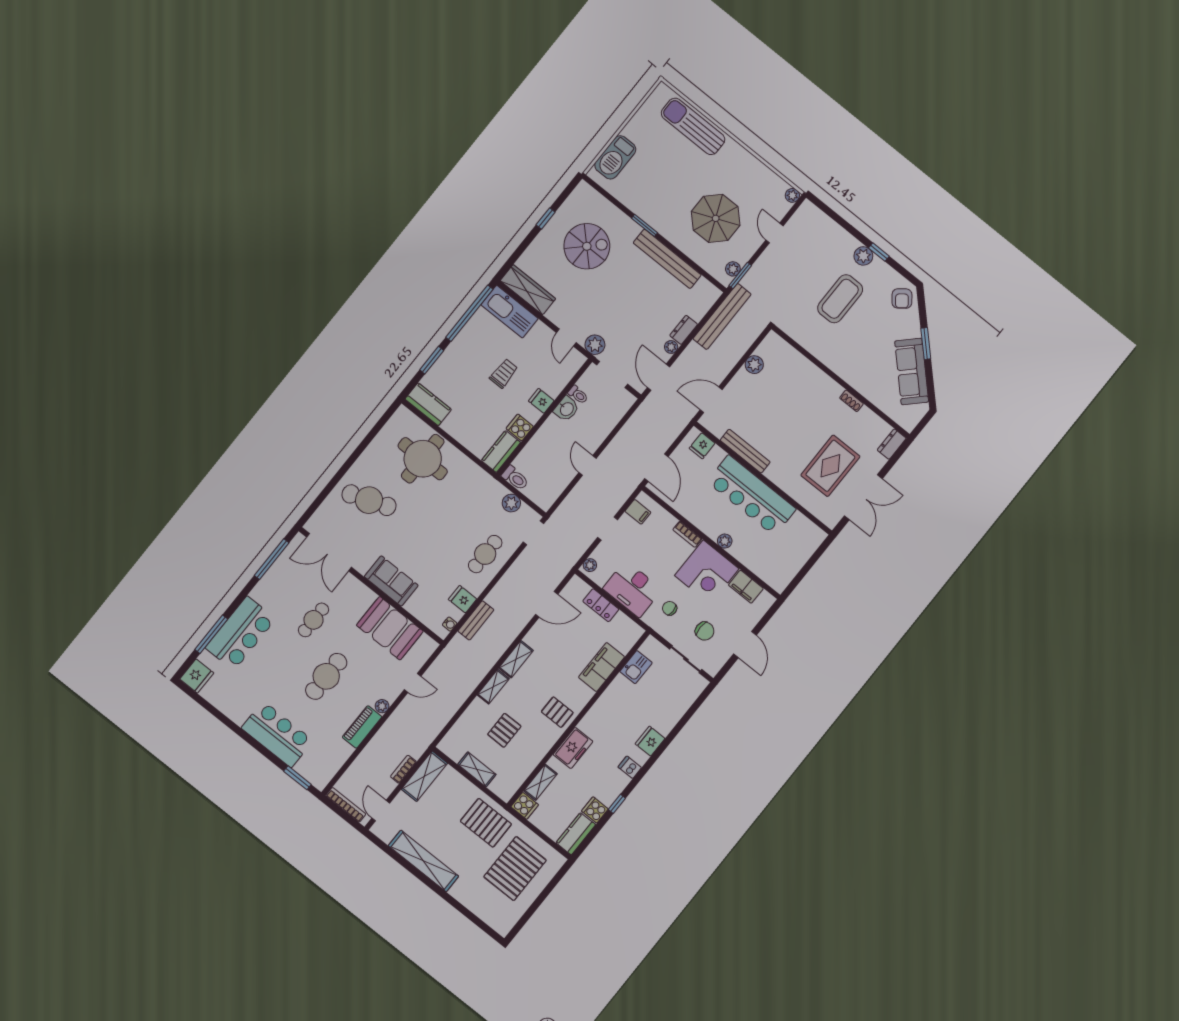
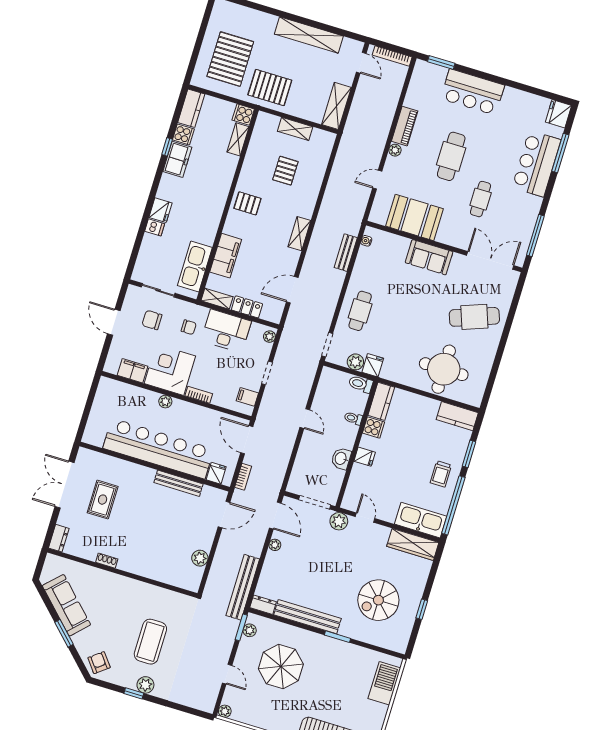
dresser: (684, 330) -> (263, 605), moved, turned -90
trolley: (504, 373) -> (441, 474), moved
toilet: (578, 395) -> (353, 418), moved
rug: (830, 466) -> (103, 500), width x0.73, depth x0.70
bar counter: (752, 495) -> (158, 449), width x1.36
fridge: (462, 599) -> (373, 365), moved, turned -90
kitchen sink: (636, 667) -> (195, 266), width x1.87, depth x1.24
shelving: (493, 687) -> (217, 299), moved, turned 90
freezer: (573, 748) -> (177, 159), moved, turned 180
dishwasher: (630, 767) -> (155, 227), moved
bookcase: (403, 769) -> (243, 477), moved

